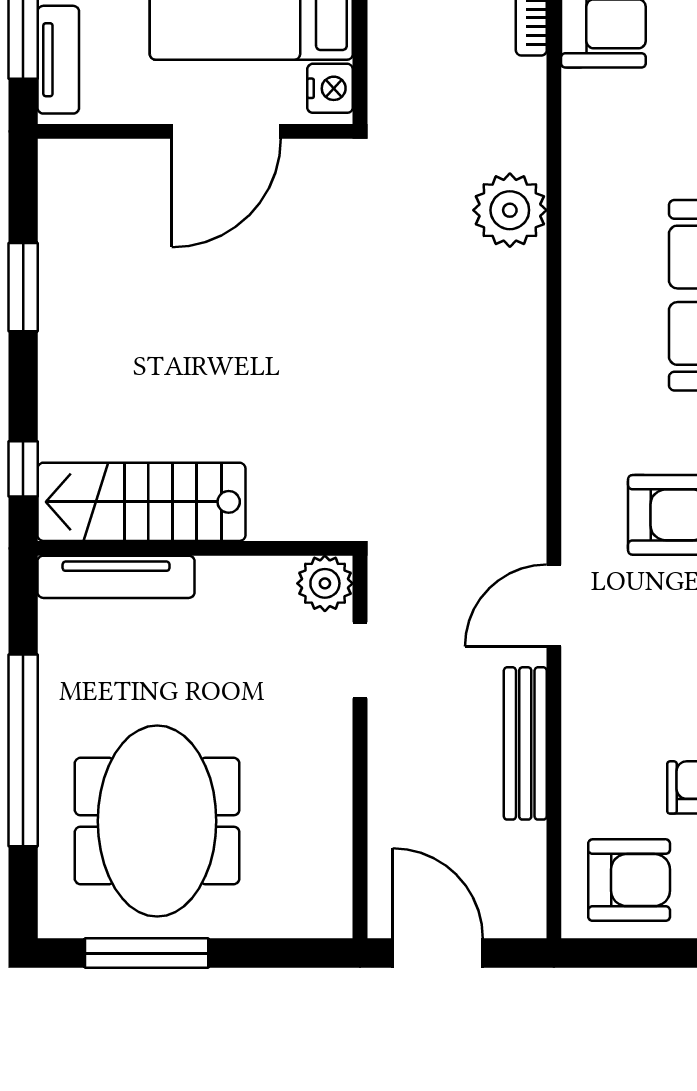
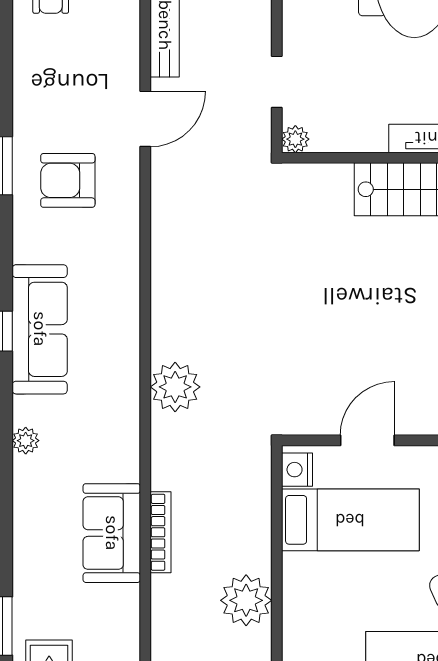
door: (226, 131) -> (367, 440), width x0.73
plant: (325, 583) -> (295, 139), width x0.73, depth x0.73

